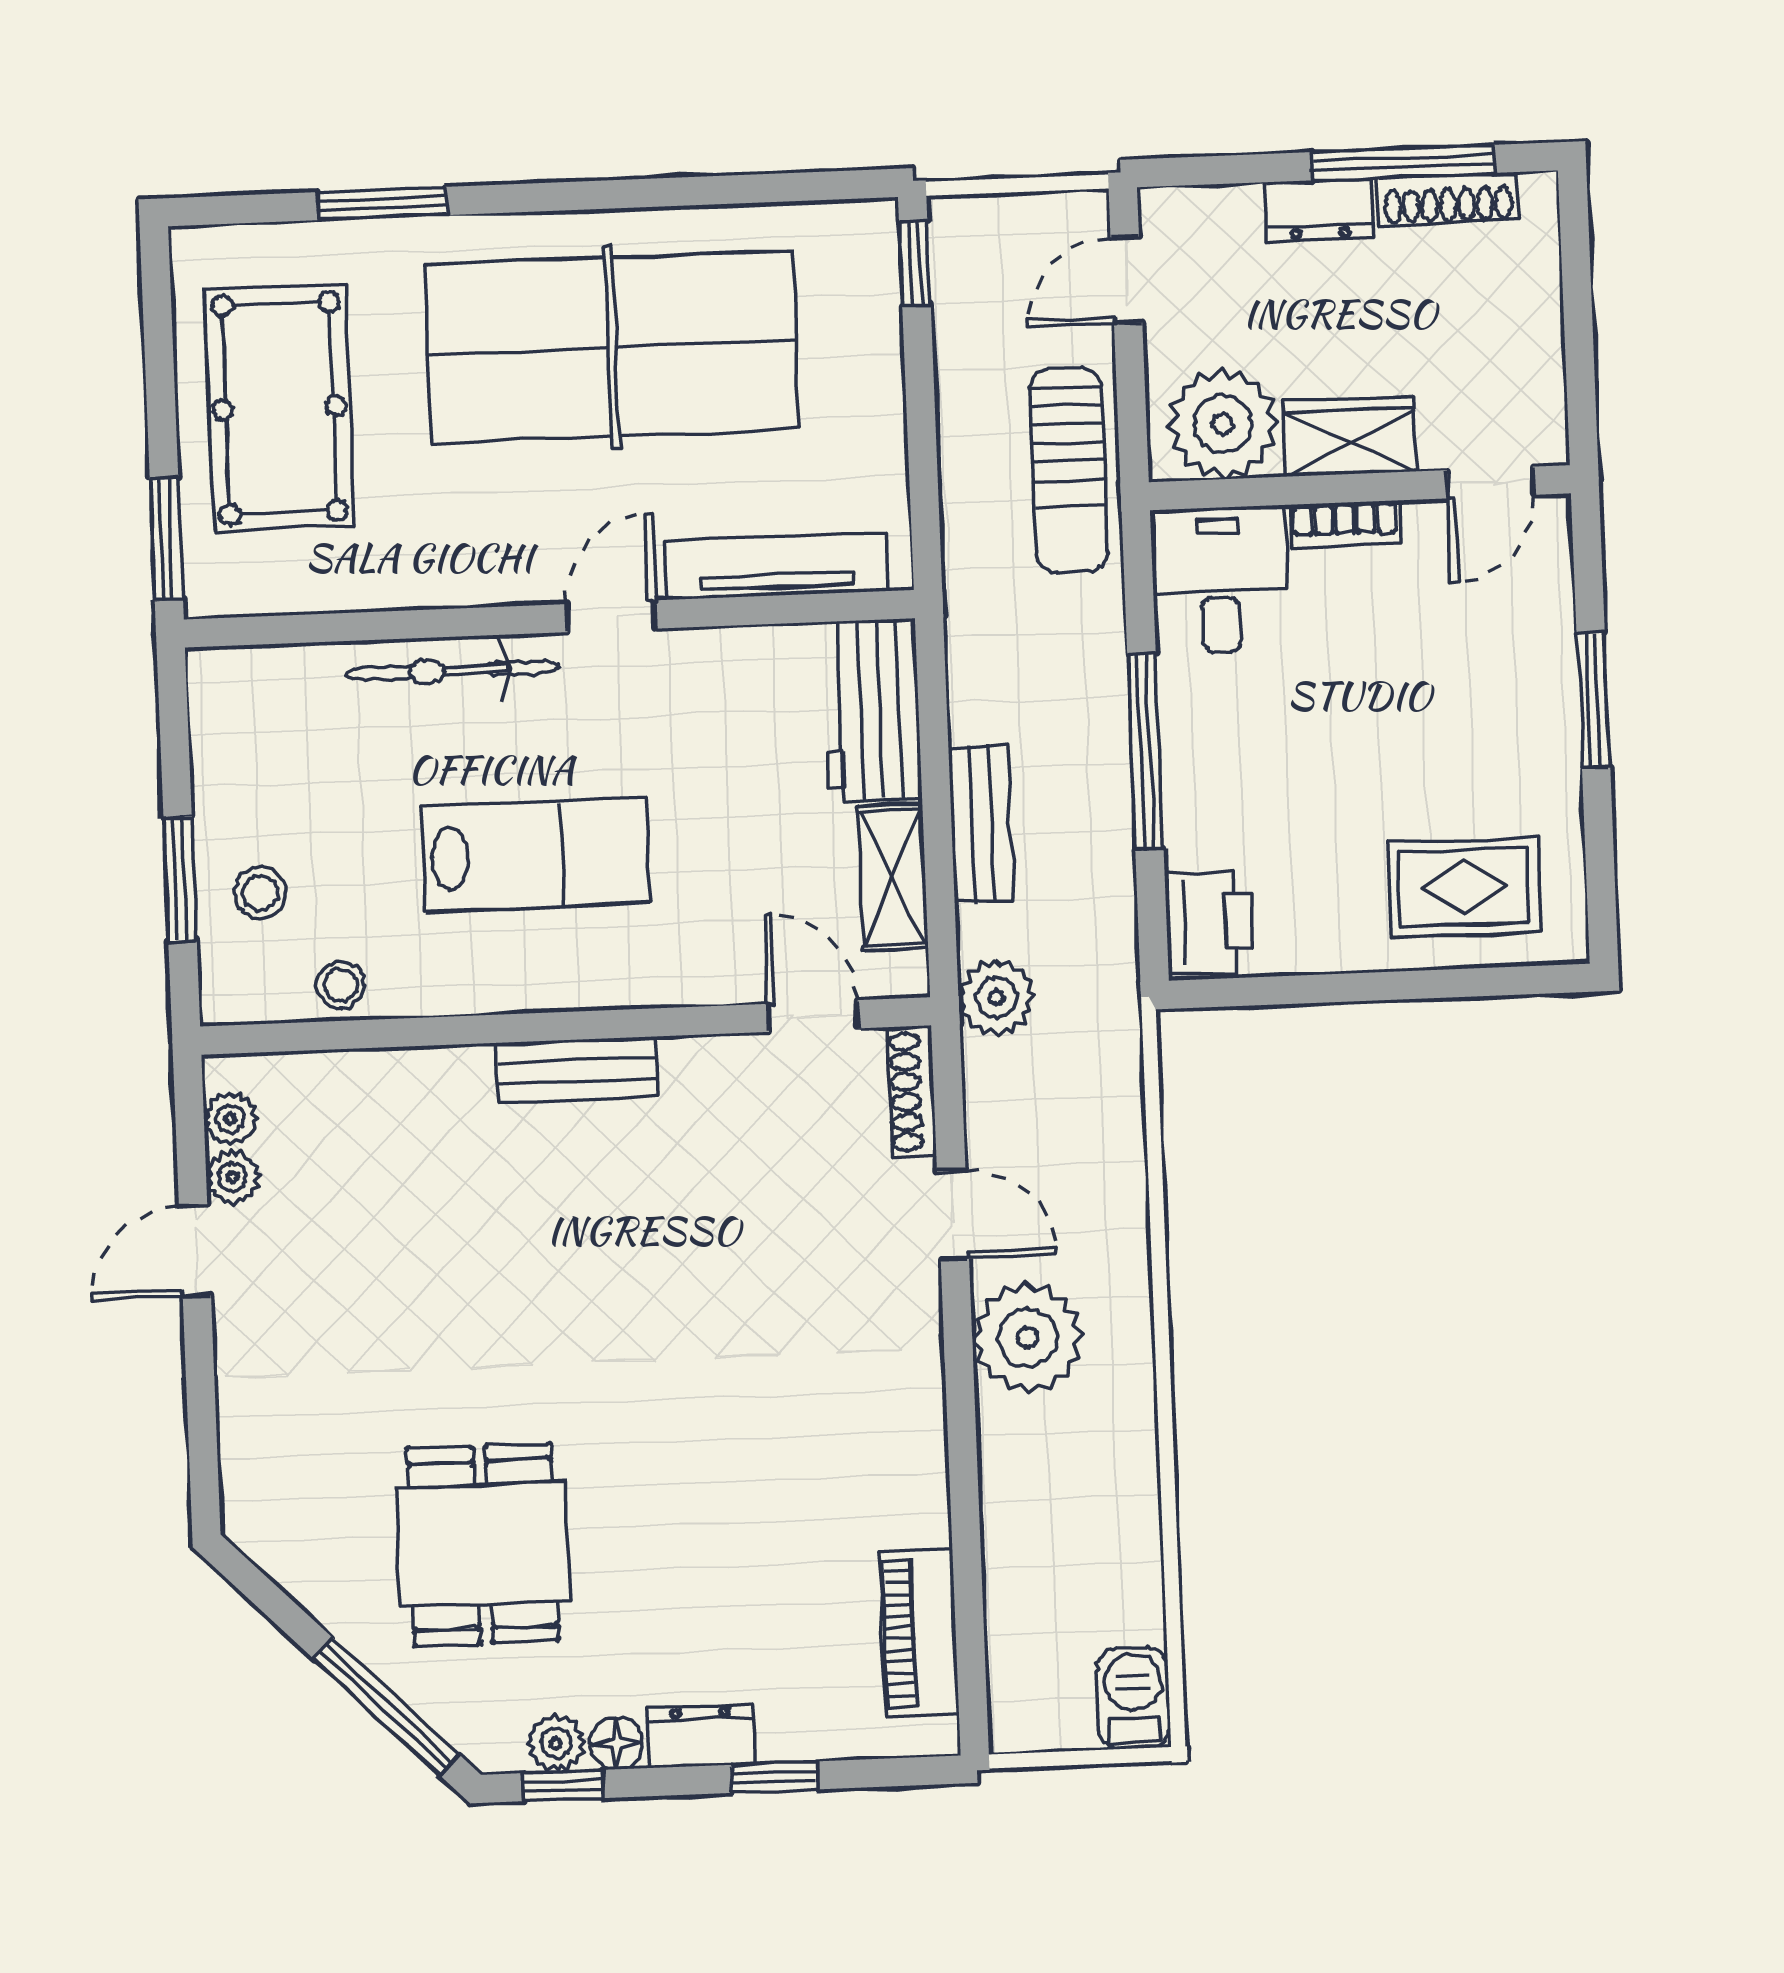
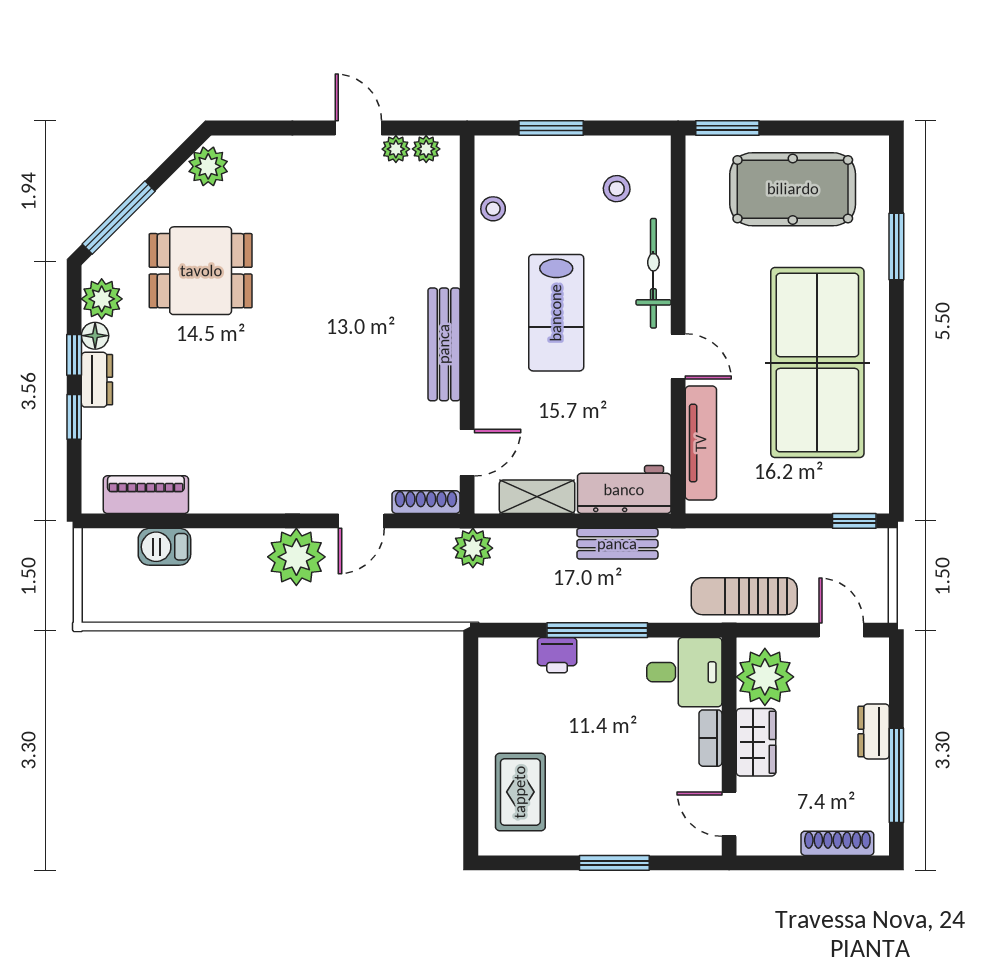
shoe rack: (1448, 199) -> (837, 843), moved, turned 90
bench: (981, 824) -> (617, 544), moved
stool: (261, 893) -> (617, 189), moved
printer: (1209, 922) -> (557, 655), moved, width x0.73, depth x0.81
bench: (577, 1070) -> (444, 344), width x1.36
plant: (281, 1538) -> (208, 166), added
barbecue: (1134, 1698) -> (164, 547), moved, turned 180
plant: (556, 1743) -> (102, 299), width x1.38, depth x1.38
window: (563, 1786) -> (74, 355), moved

